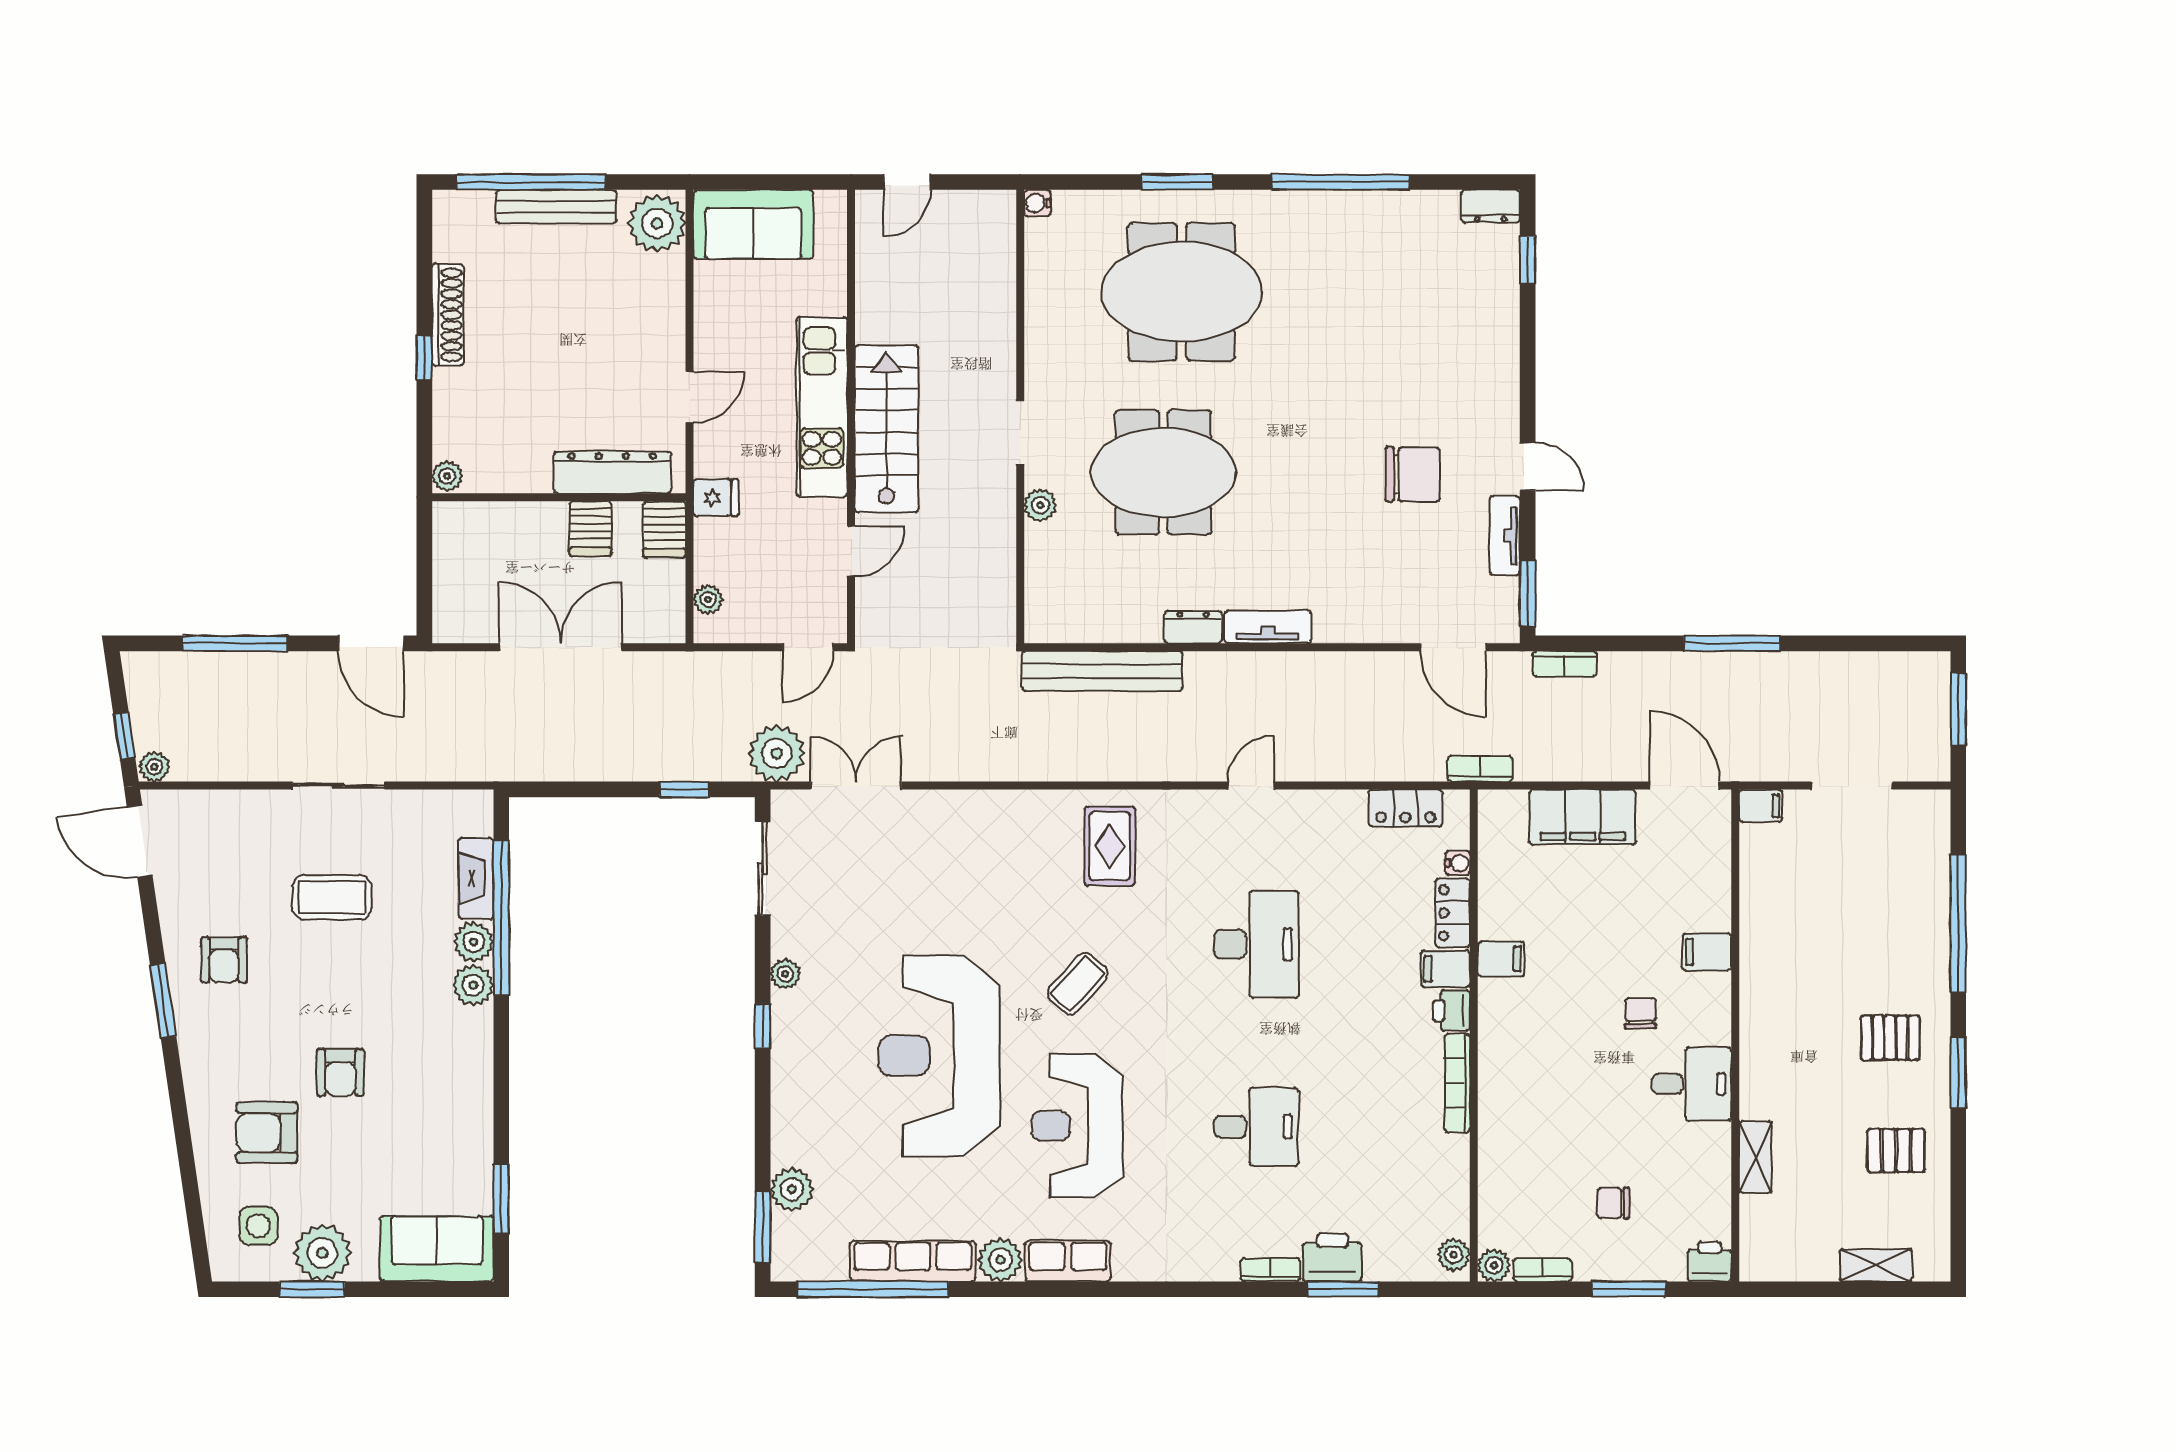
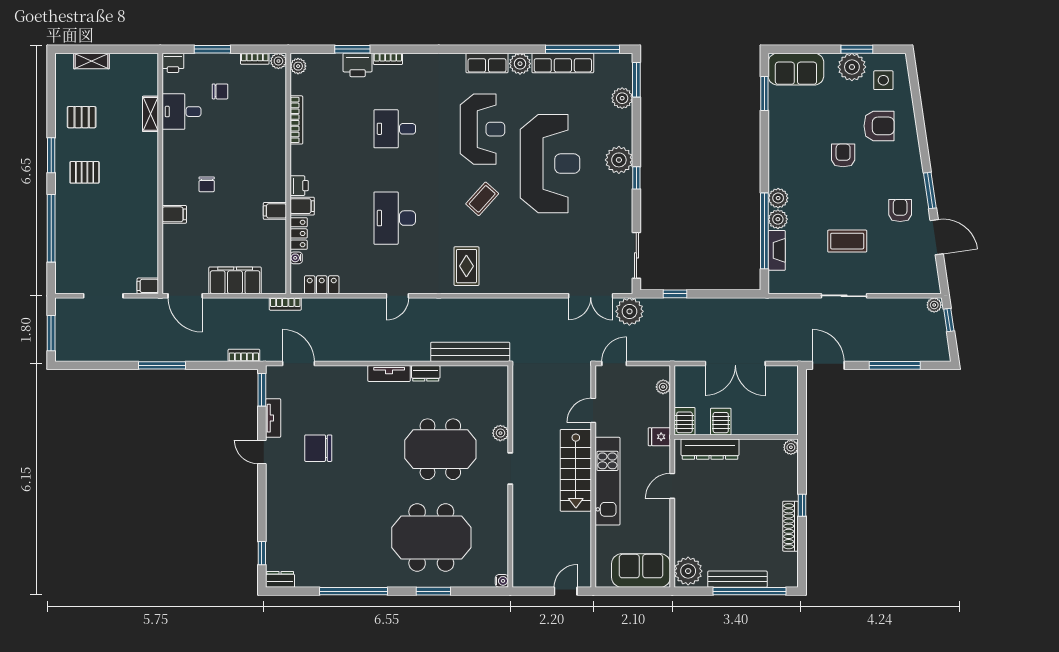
door: (140, 841) -> (937, 237), moved
plant: (785, 974) -> (619, 160), moved, width x1.88, depth x1.88
bookcase: (1457, 1083) -> (296, 120), moved
desk: (1692, 1084) -> (182, 112), moved

